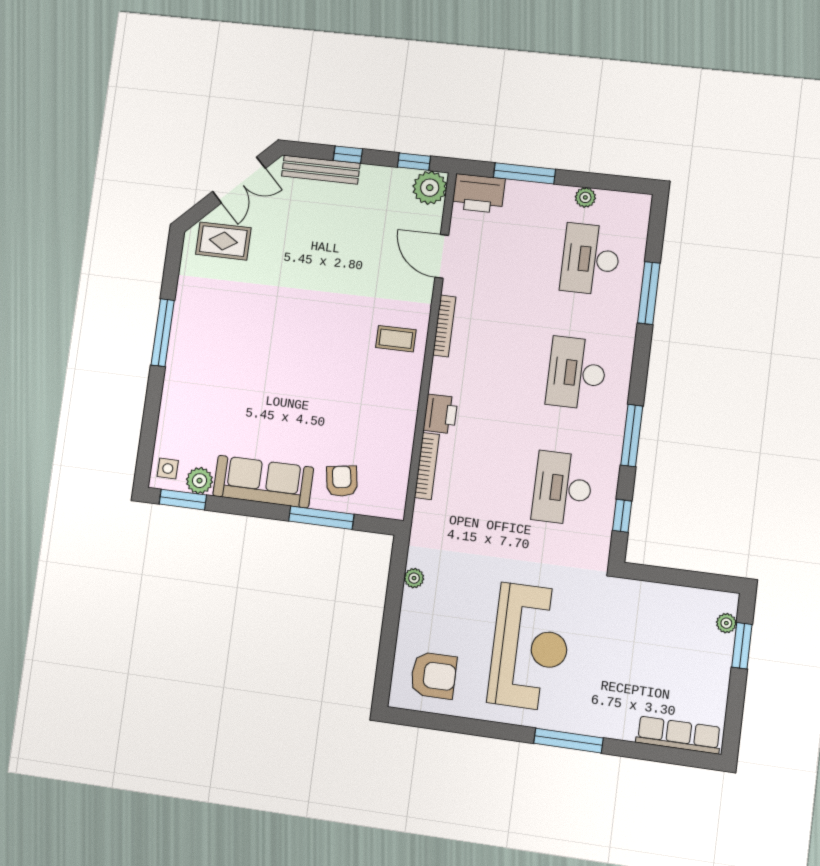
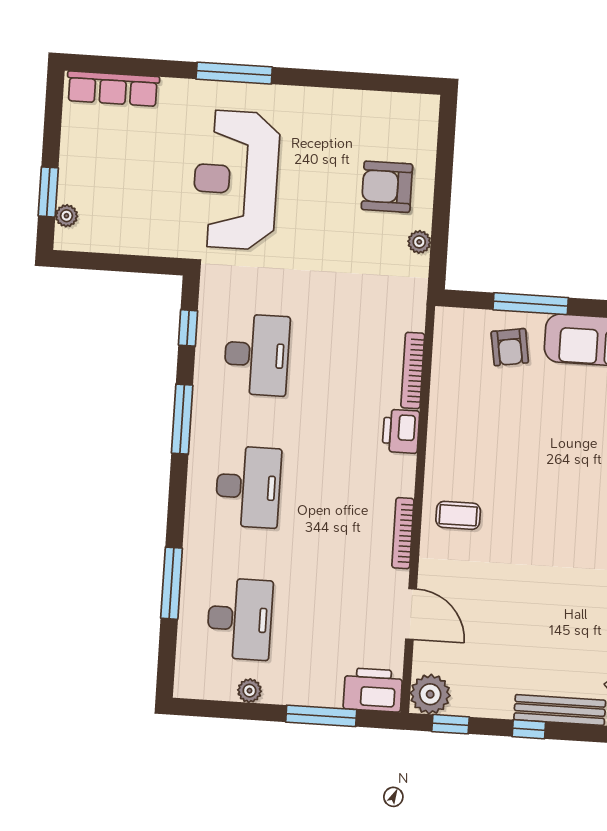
reception desk: (530, 647) -> (236, 180), moved
armchair: (434, 675) -> (387, 187), moved

